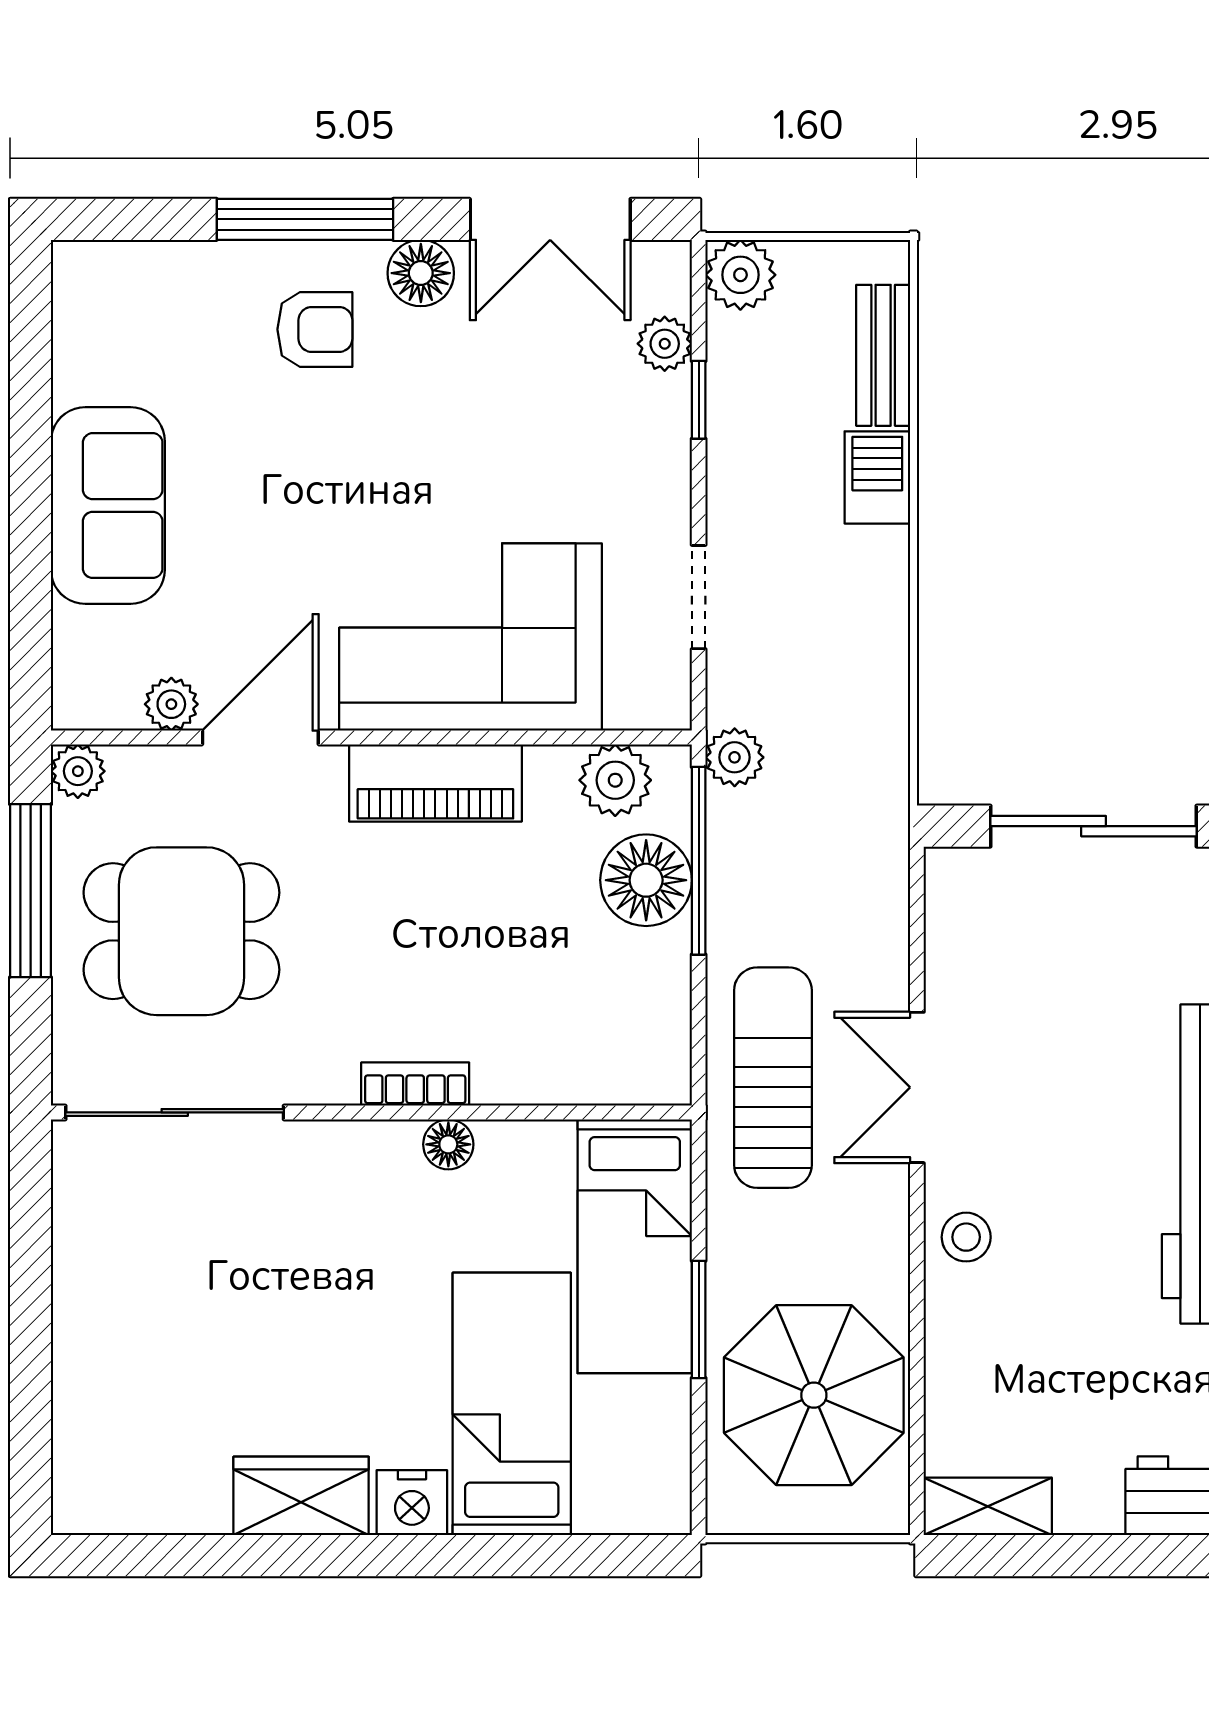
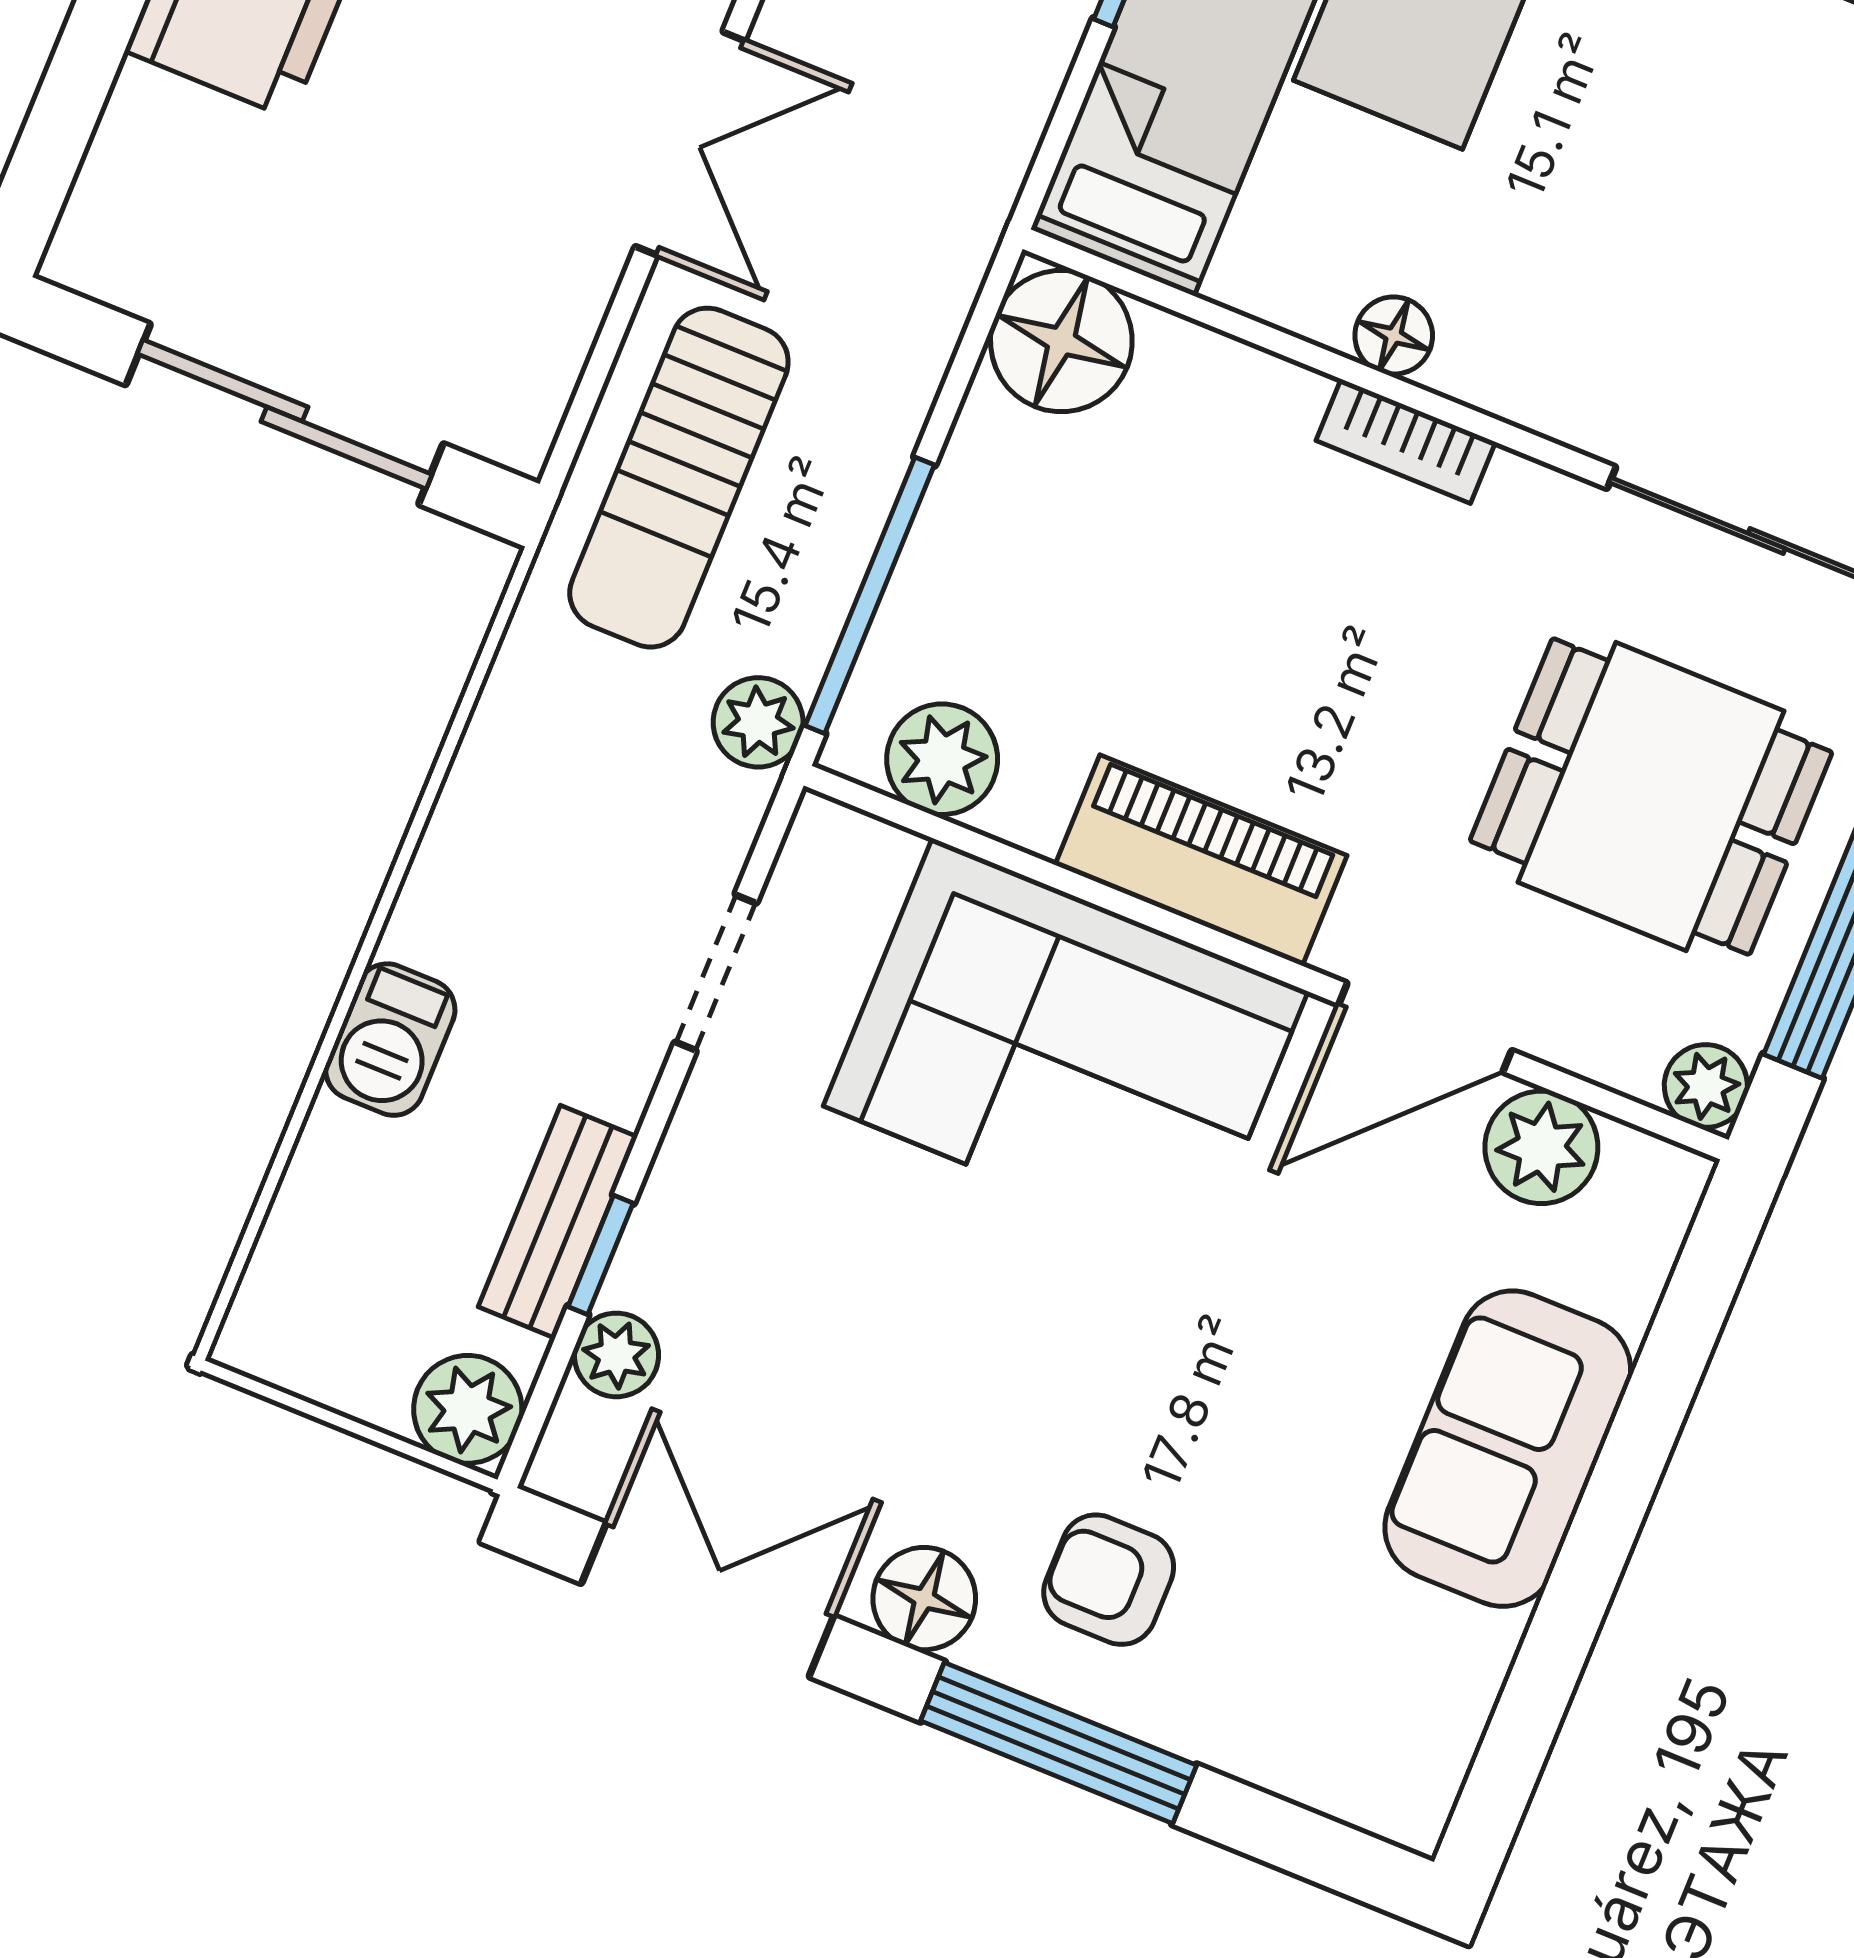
bench: (883, 355) -> (558, 1222), moved
plant: (171, 704) -> (1541, 1147), width x1.38, depth x1.38
floor lamp: (646, 880) -> (1061, 341), moved
sun lounger: (773, 1078) -> (679, 478), moved

